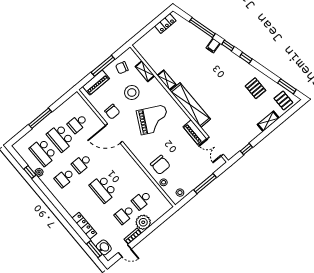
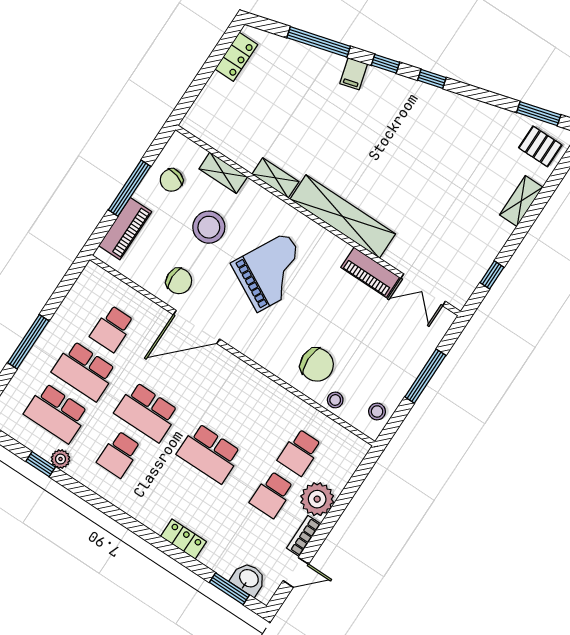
pallet: (255, 88) -> (472, 138), removed
school desk: (82, 163) -> (147, 412), width x1.85
locker: (84, 226) -> (183, 539), width x0.66

